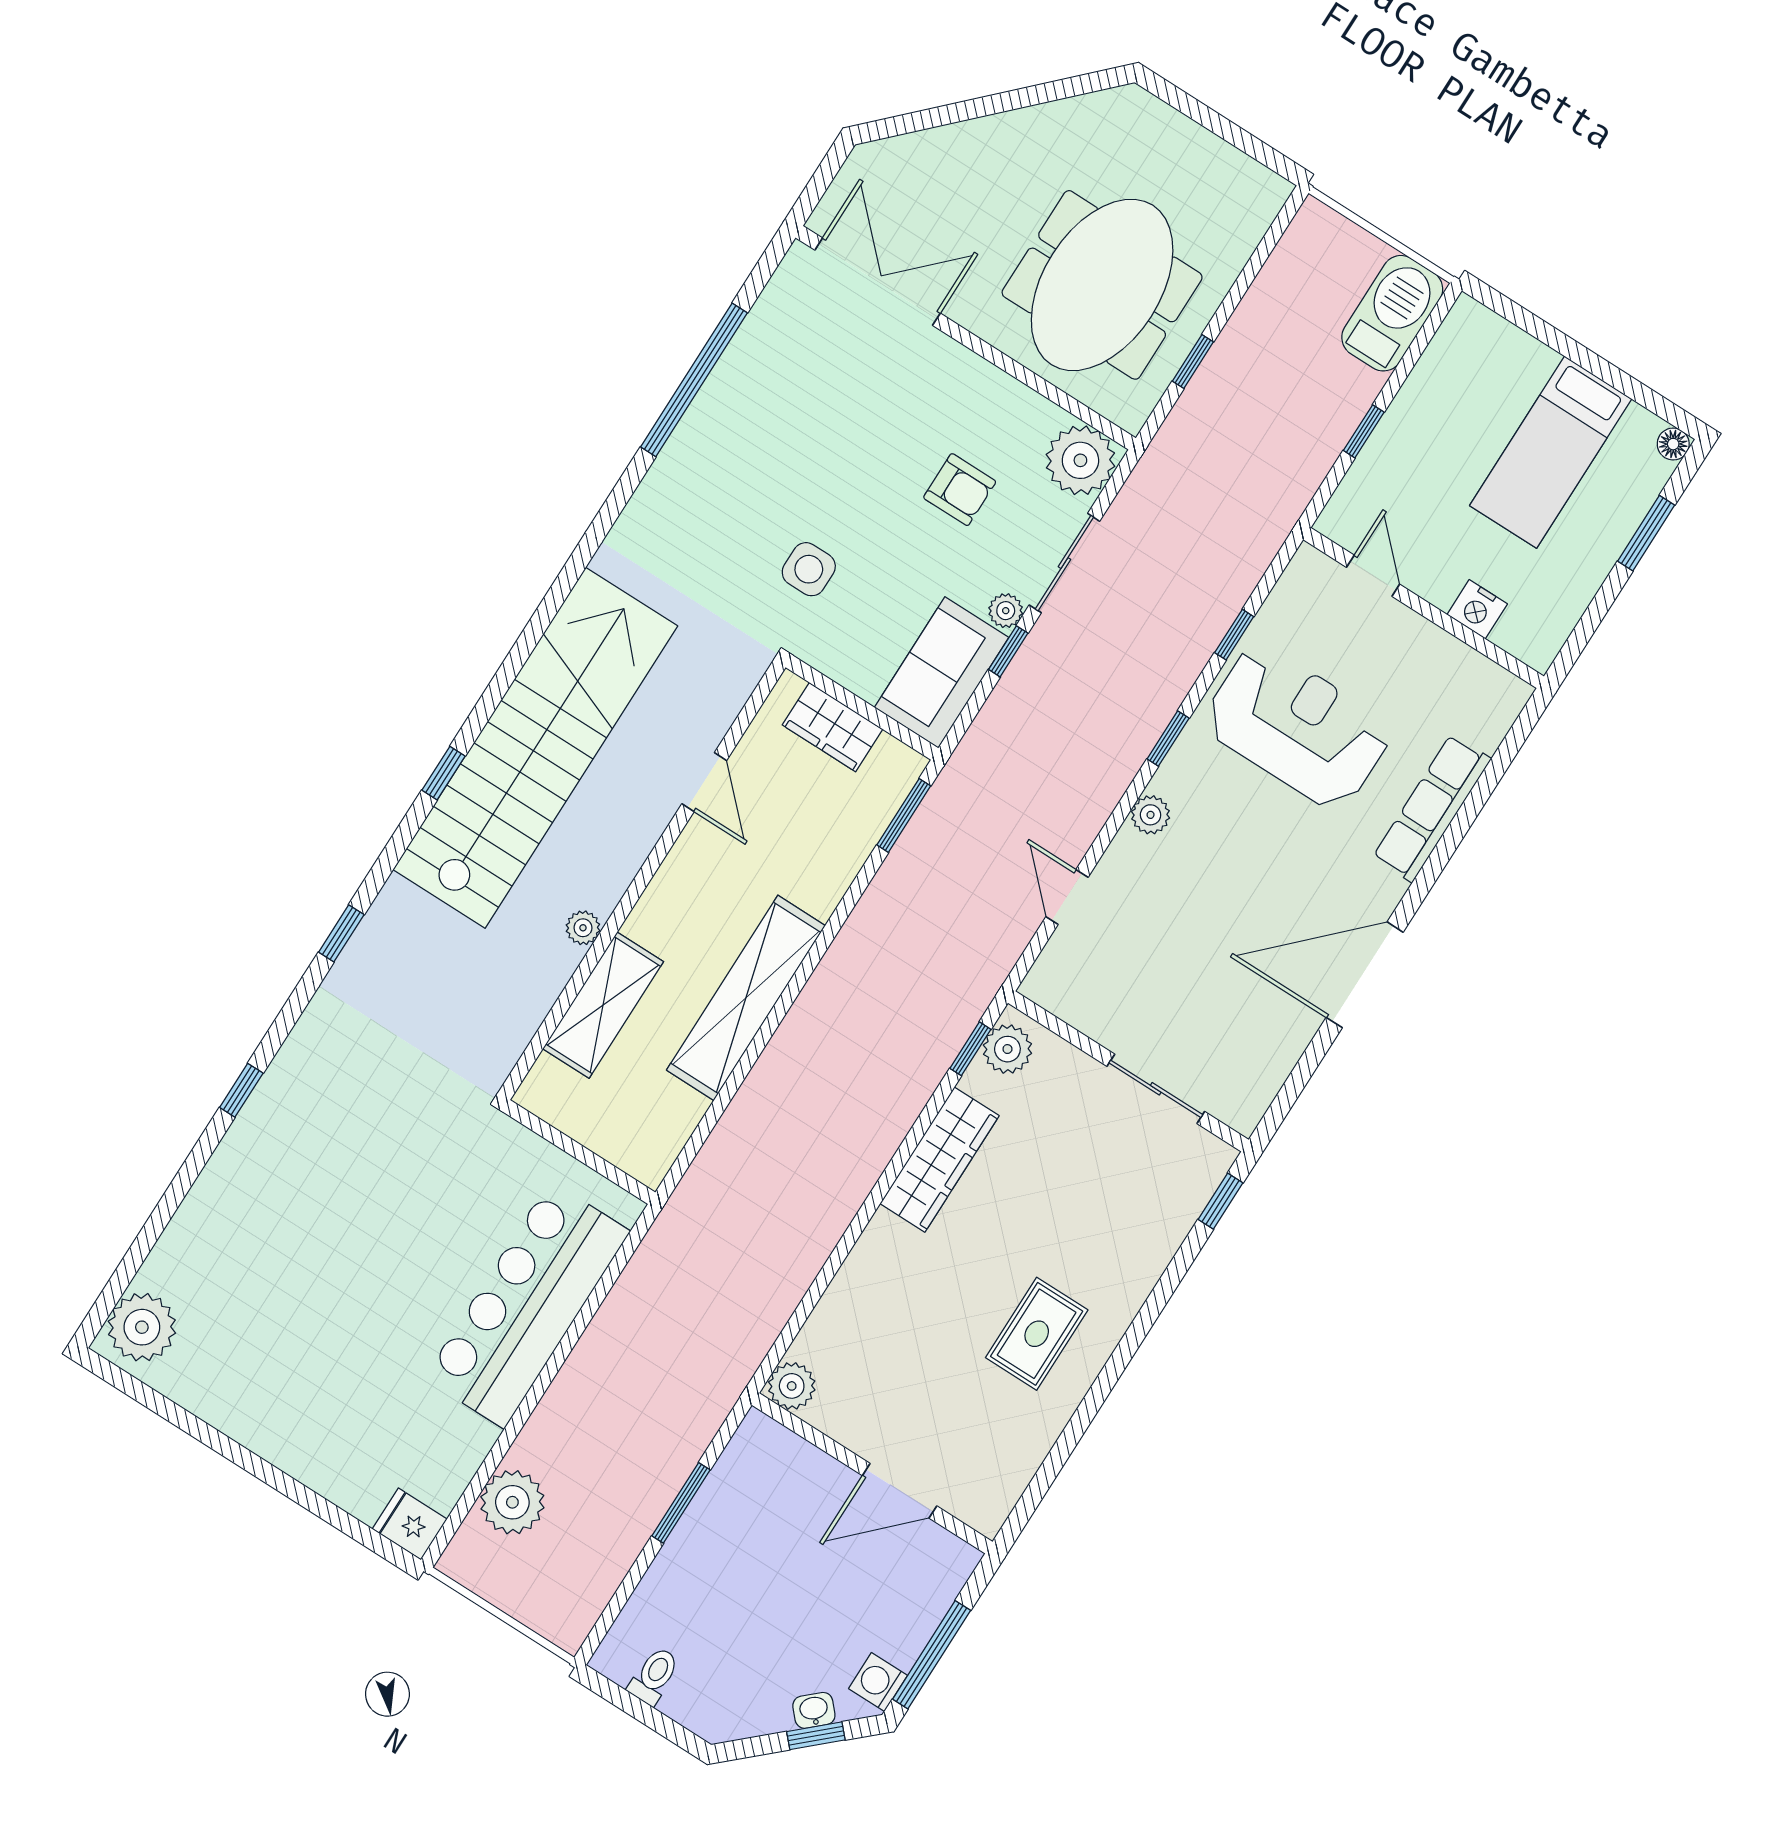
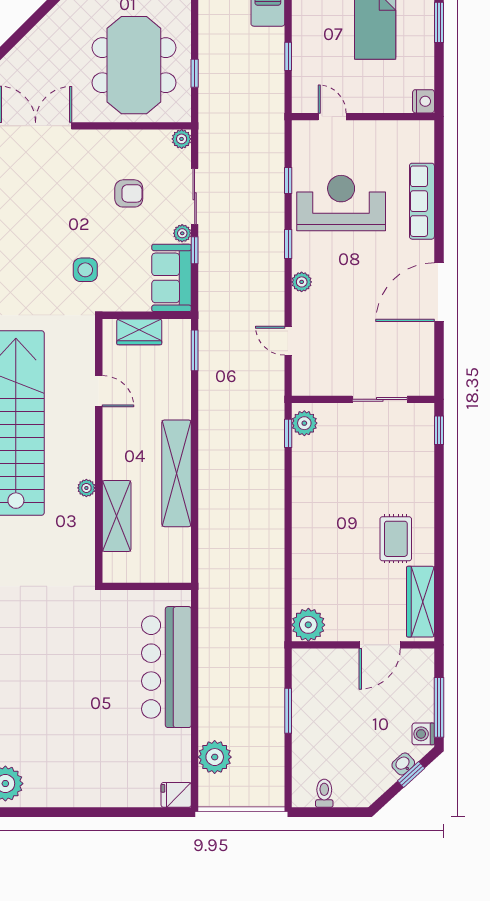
plant: (1080, 460) -> (182, 139), width x0.53, depth x0.53
nightstand: (1477, 609) -> (424, 101), moved, turned -90
wardrobe: (940, 1160) -> (421, 602), moved, turned 180
plant: (792, 1386) -> (308, 625), width x1.36, depth x1.36

